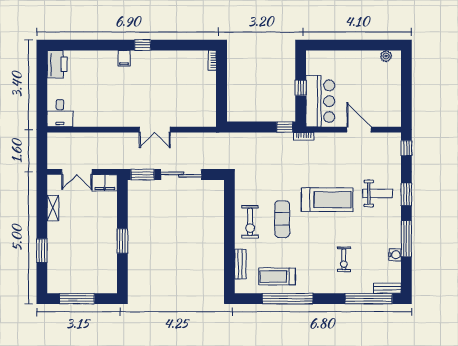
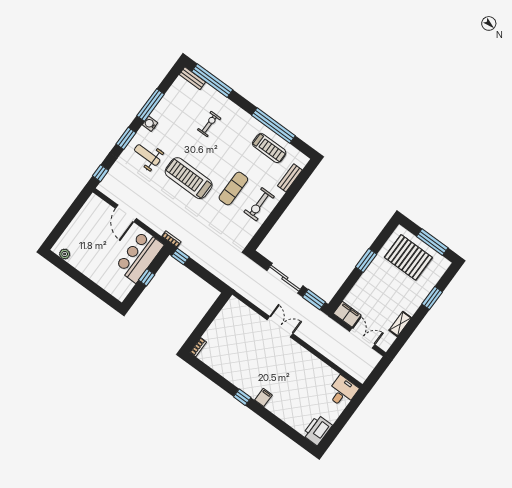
exercise bike: (250, 222) -> (259, 204), turned 180
water cooler: (395, 255) -> (150, 124), moved
pallet: (88, 270) -> (408, 257), added

